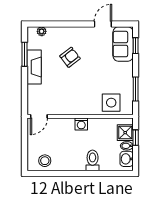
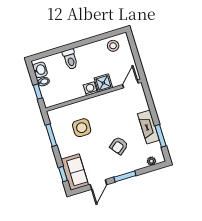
window: (73, 24) -> (125, 176), added
side table: (111, 103) -> (82, 128), moved
shower: (125, 133) -> (103, 83), moved

